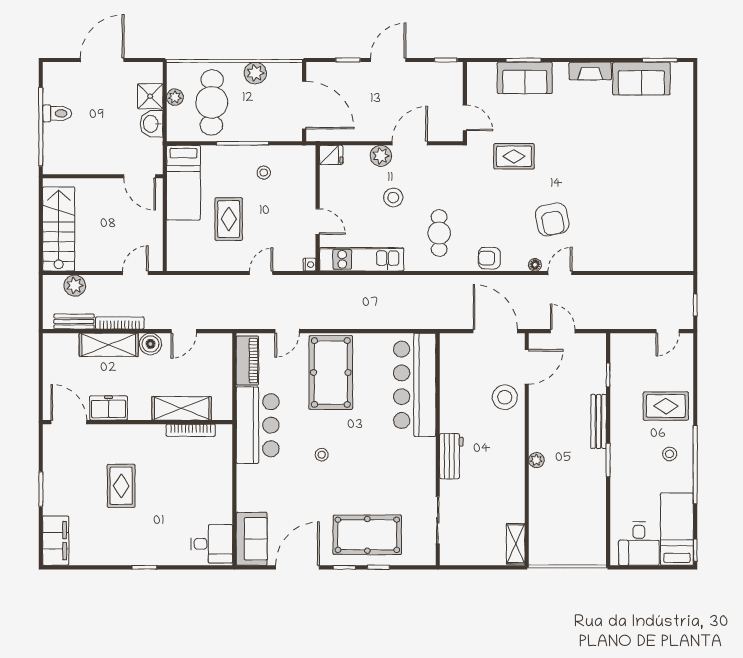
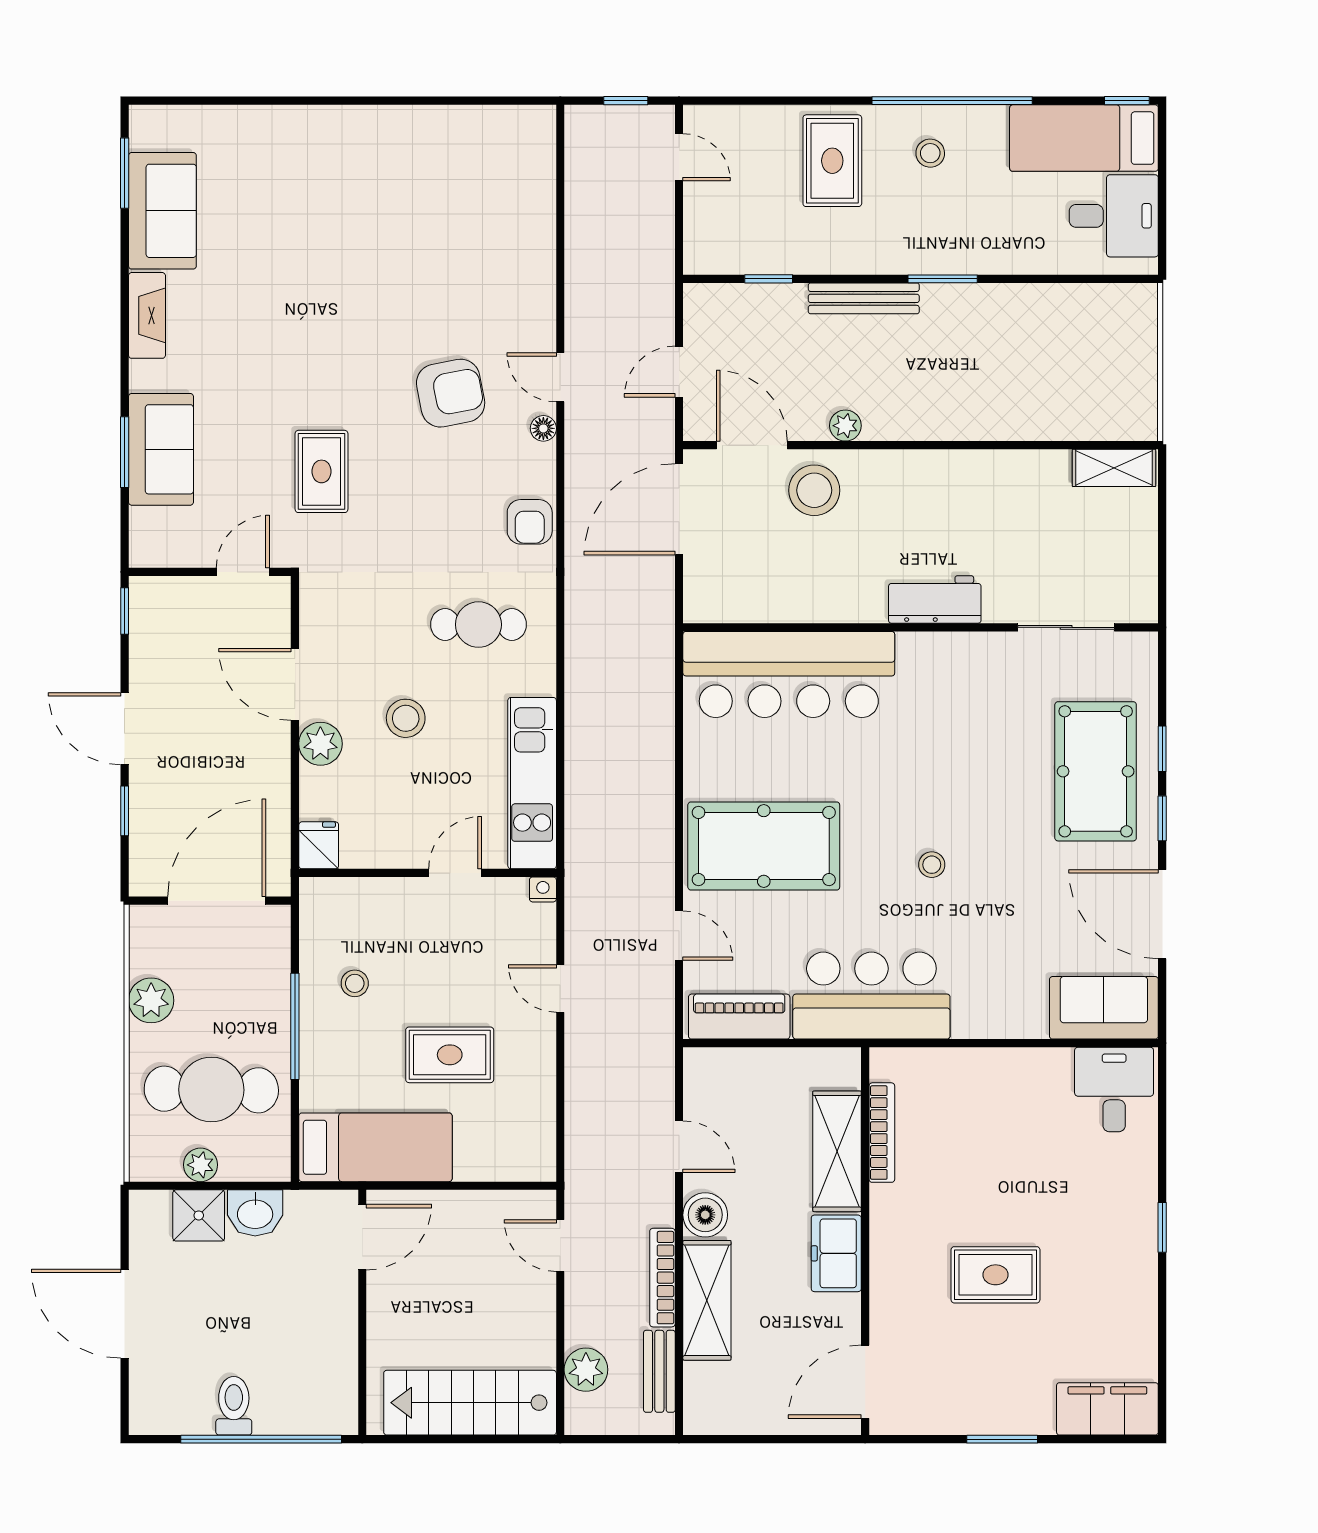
freezer: (109, 408) -> (836, 1253), moved
plant: (536, 460) -> (845, 426), moved

